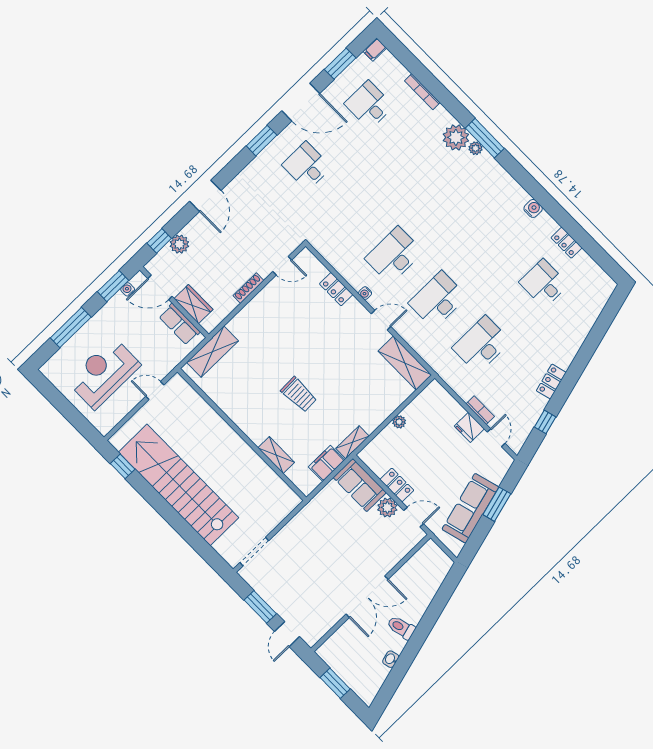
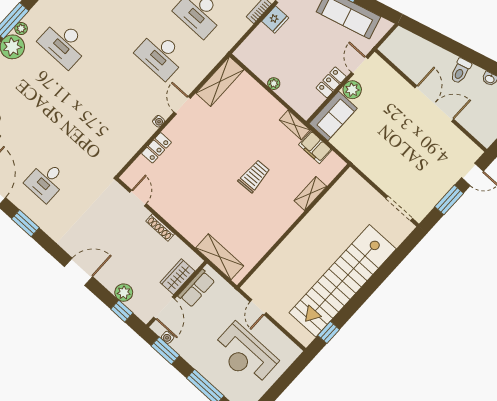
desk: (394, 255) -> (64, 43), moved

